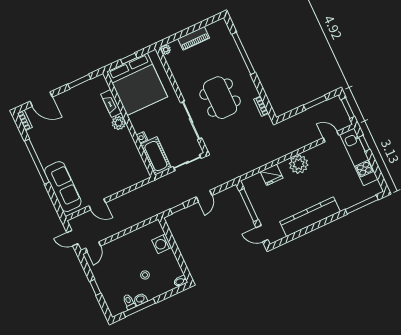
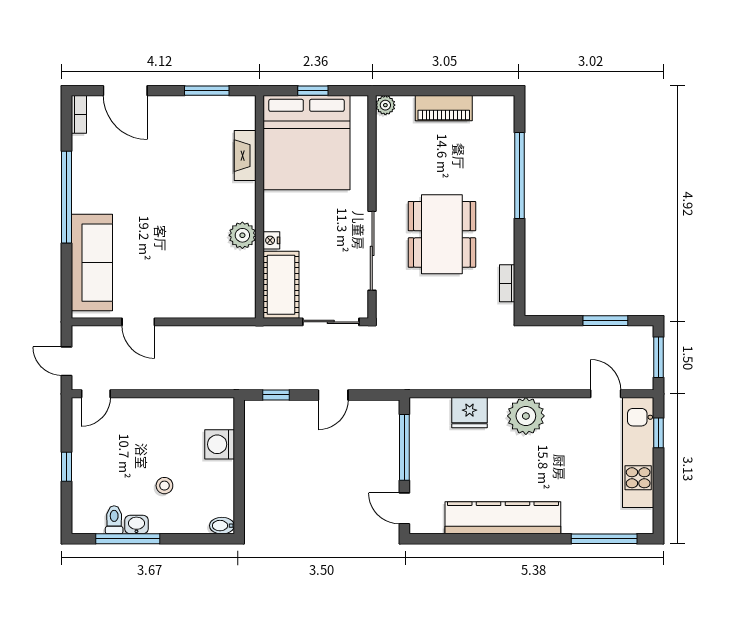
plant: (119, 123) -> (242, 235), moved

